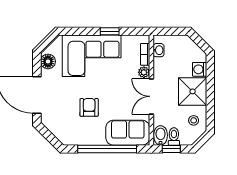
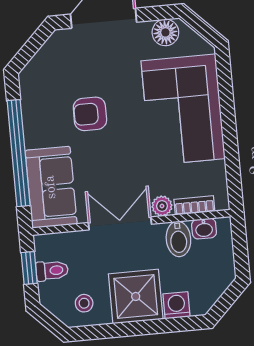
window: (110, 31) -> (230, 138), removed
armchair: (89, 107) -> (90, 114), turned 180
bidet: (161, 135) -> (178, 239), moved, turned 90

